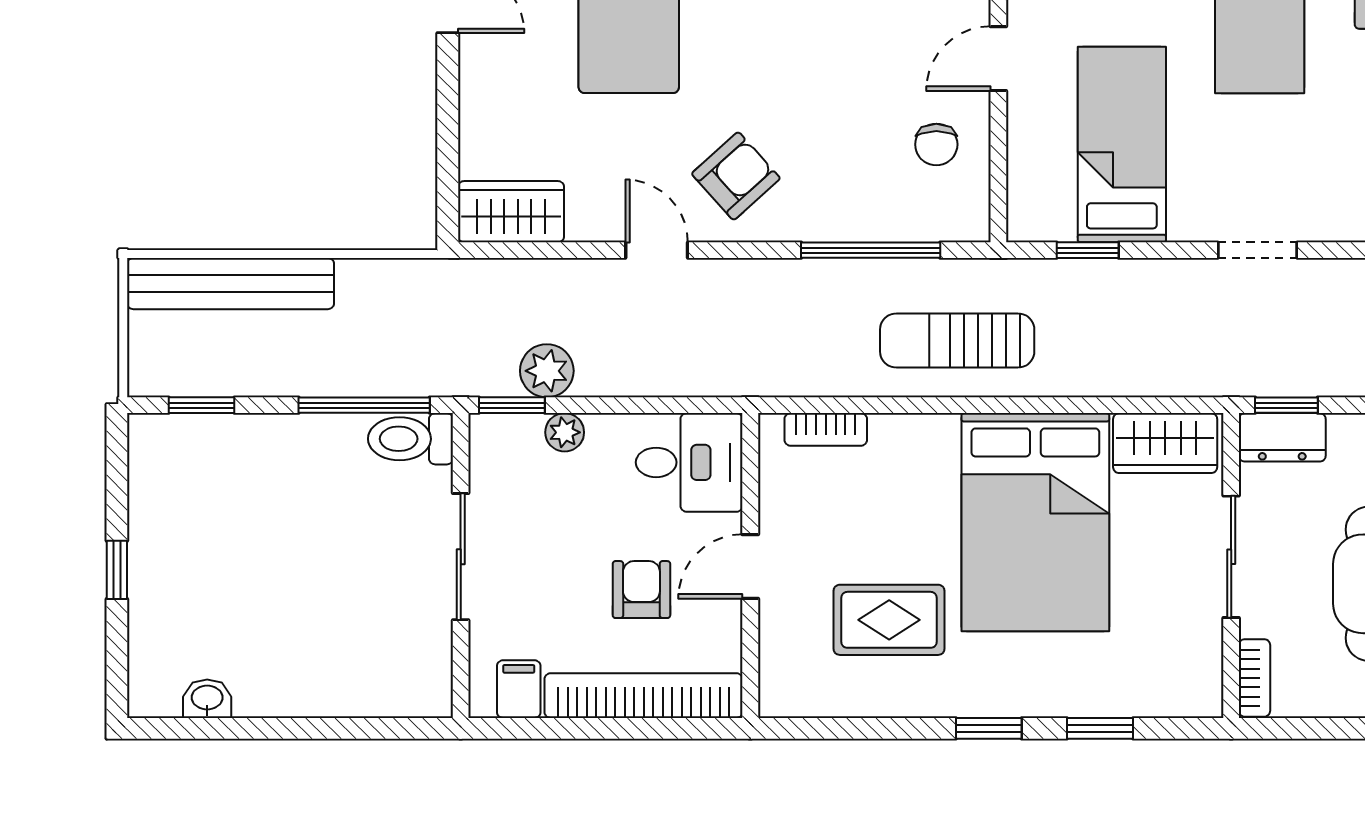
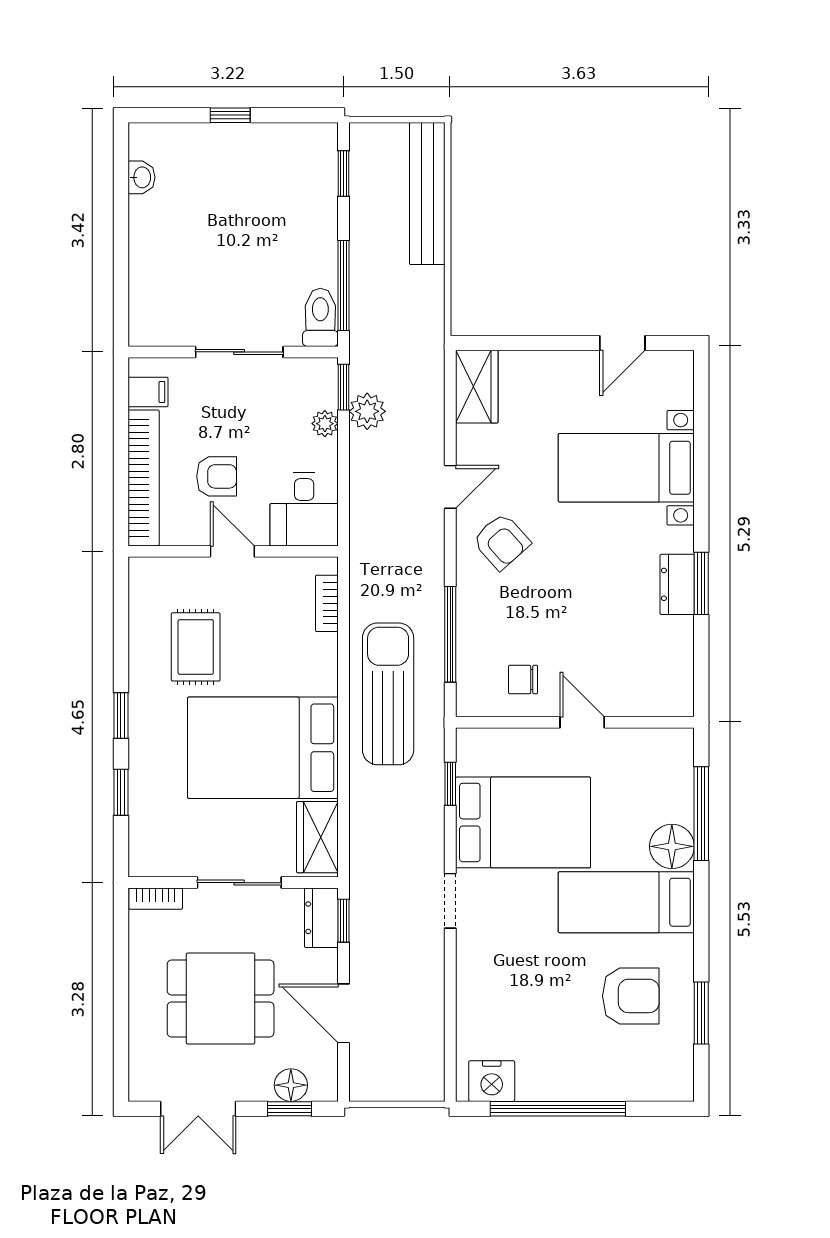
bed: (1122, 144) -> (523, 822), width x1.50
sun lounger: (957, 341) -> (388, 694), width x1.36, depth x1.34

